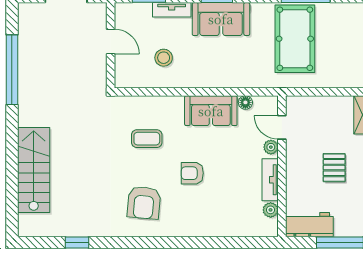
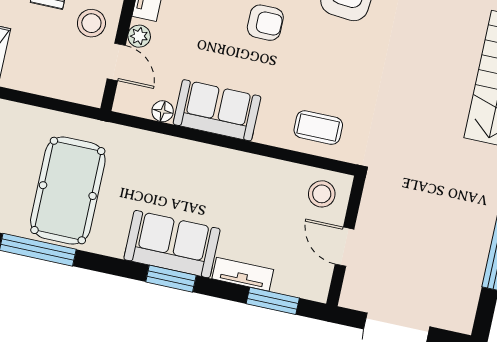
stool: (164, 58) -> (322, 194), moved
coffee table: (147, 139) -> (318, 128), moved
stool: (303, 149) -> (91, 23), added

